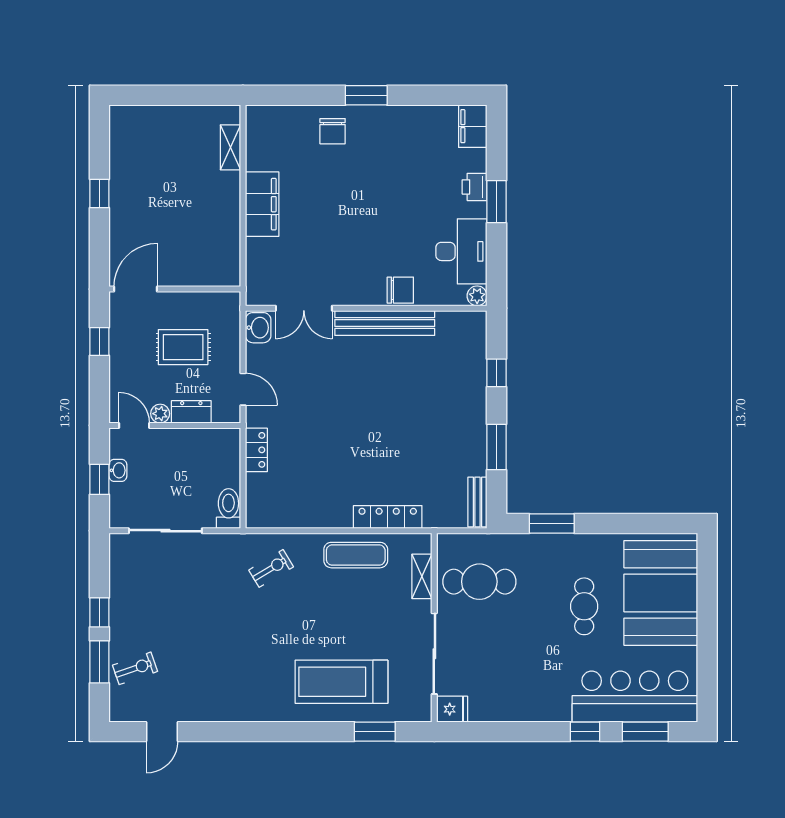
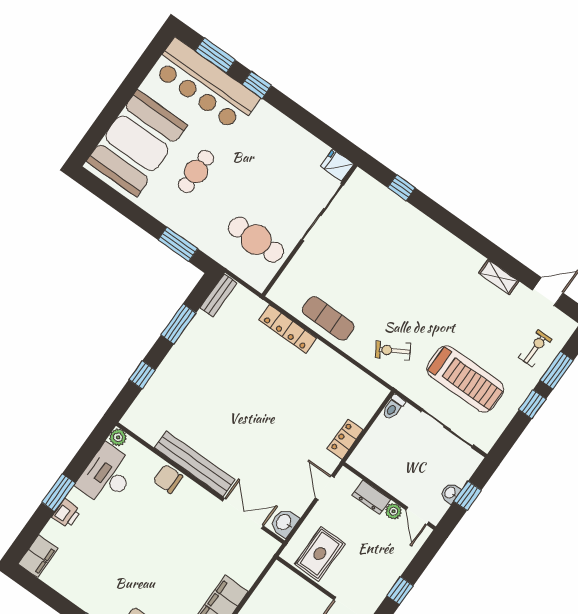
rug: (183, 347) -> (320, 554), moved, turned 90
toilet: (228, 508) -> (393, 407), width x0.73, depth x0.72
shelving: (422, 576) -> (499, 277), moved, turned 90
exercise bike: (135, 668) -> (535, 348), turned 109
treadmill: (341, 682) -> (465, 379), moved
window: (375, 732) -> (401, 188), width x0.67

